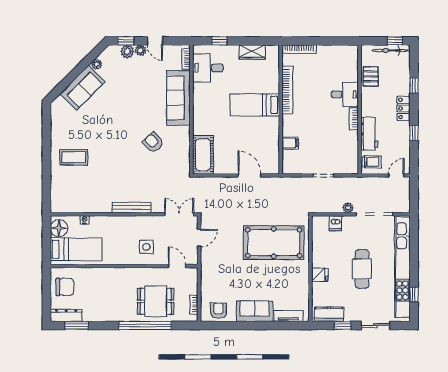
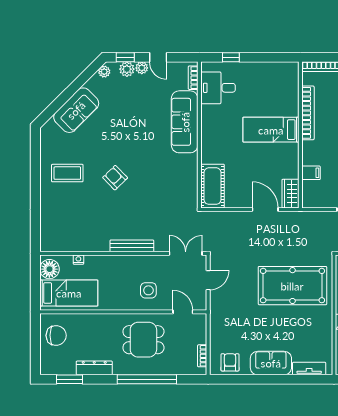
wardrobe: (252, 52) -> (290, 194), moved, turned 90
plant: (97, 64) -> (104, 72), moved
armchair: (153, 142) -> (115, 178), moved
coffee table: (74, 157) -> (67, 173), moved
dining table: (156, 301) -> (143, 340), moved
dresser: (66, 315) -> (94, 368), moved

